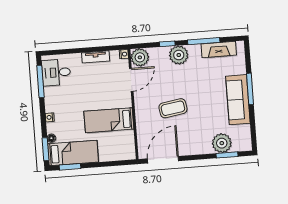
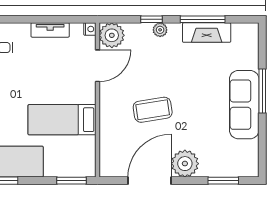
fireplace: (219, 50) -> (207, 33), moved
plant: (179, 55) -> (160, 30), width x0.53, depth x0.53
plant: (222, 143) -> (185, 164), moved
door: (163, 160) -> (149, 181), moved
window: (119, 163) -> (71, 181), added

